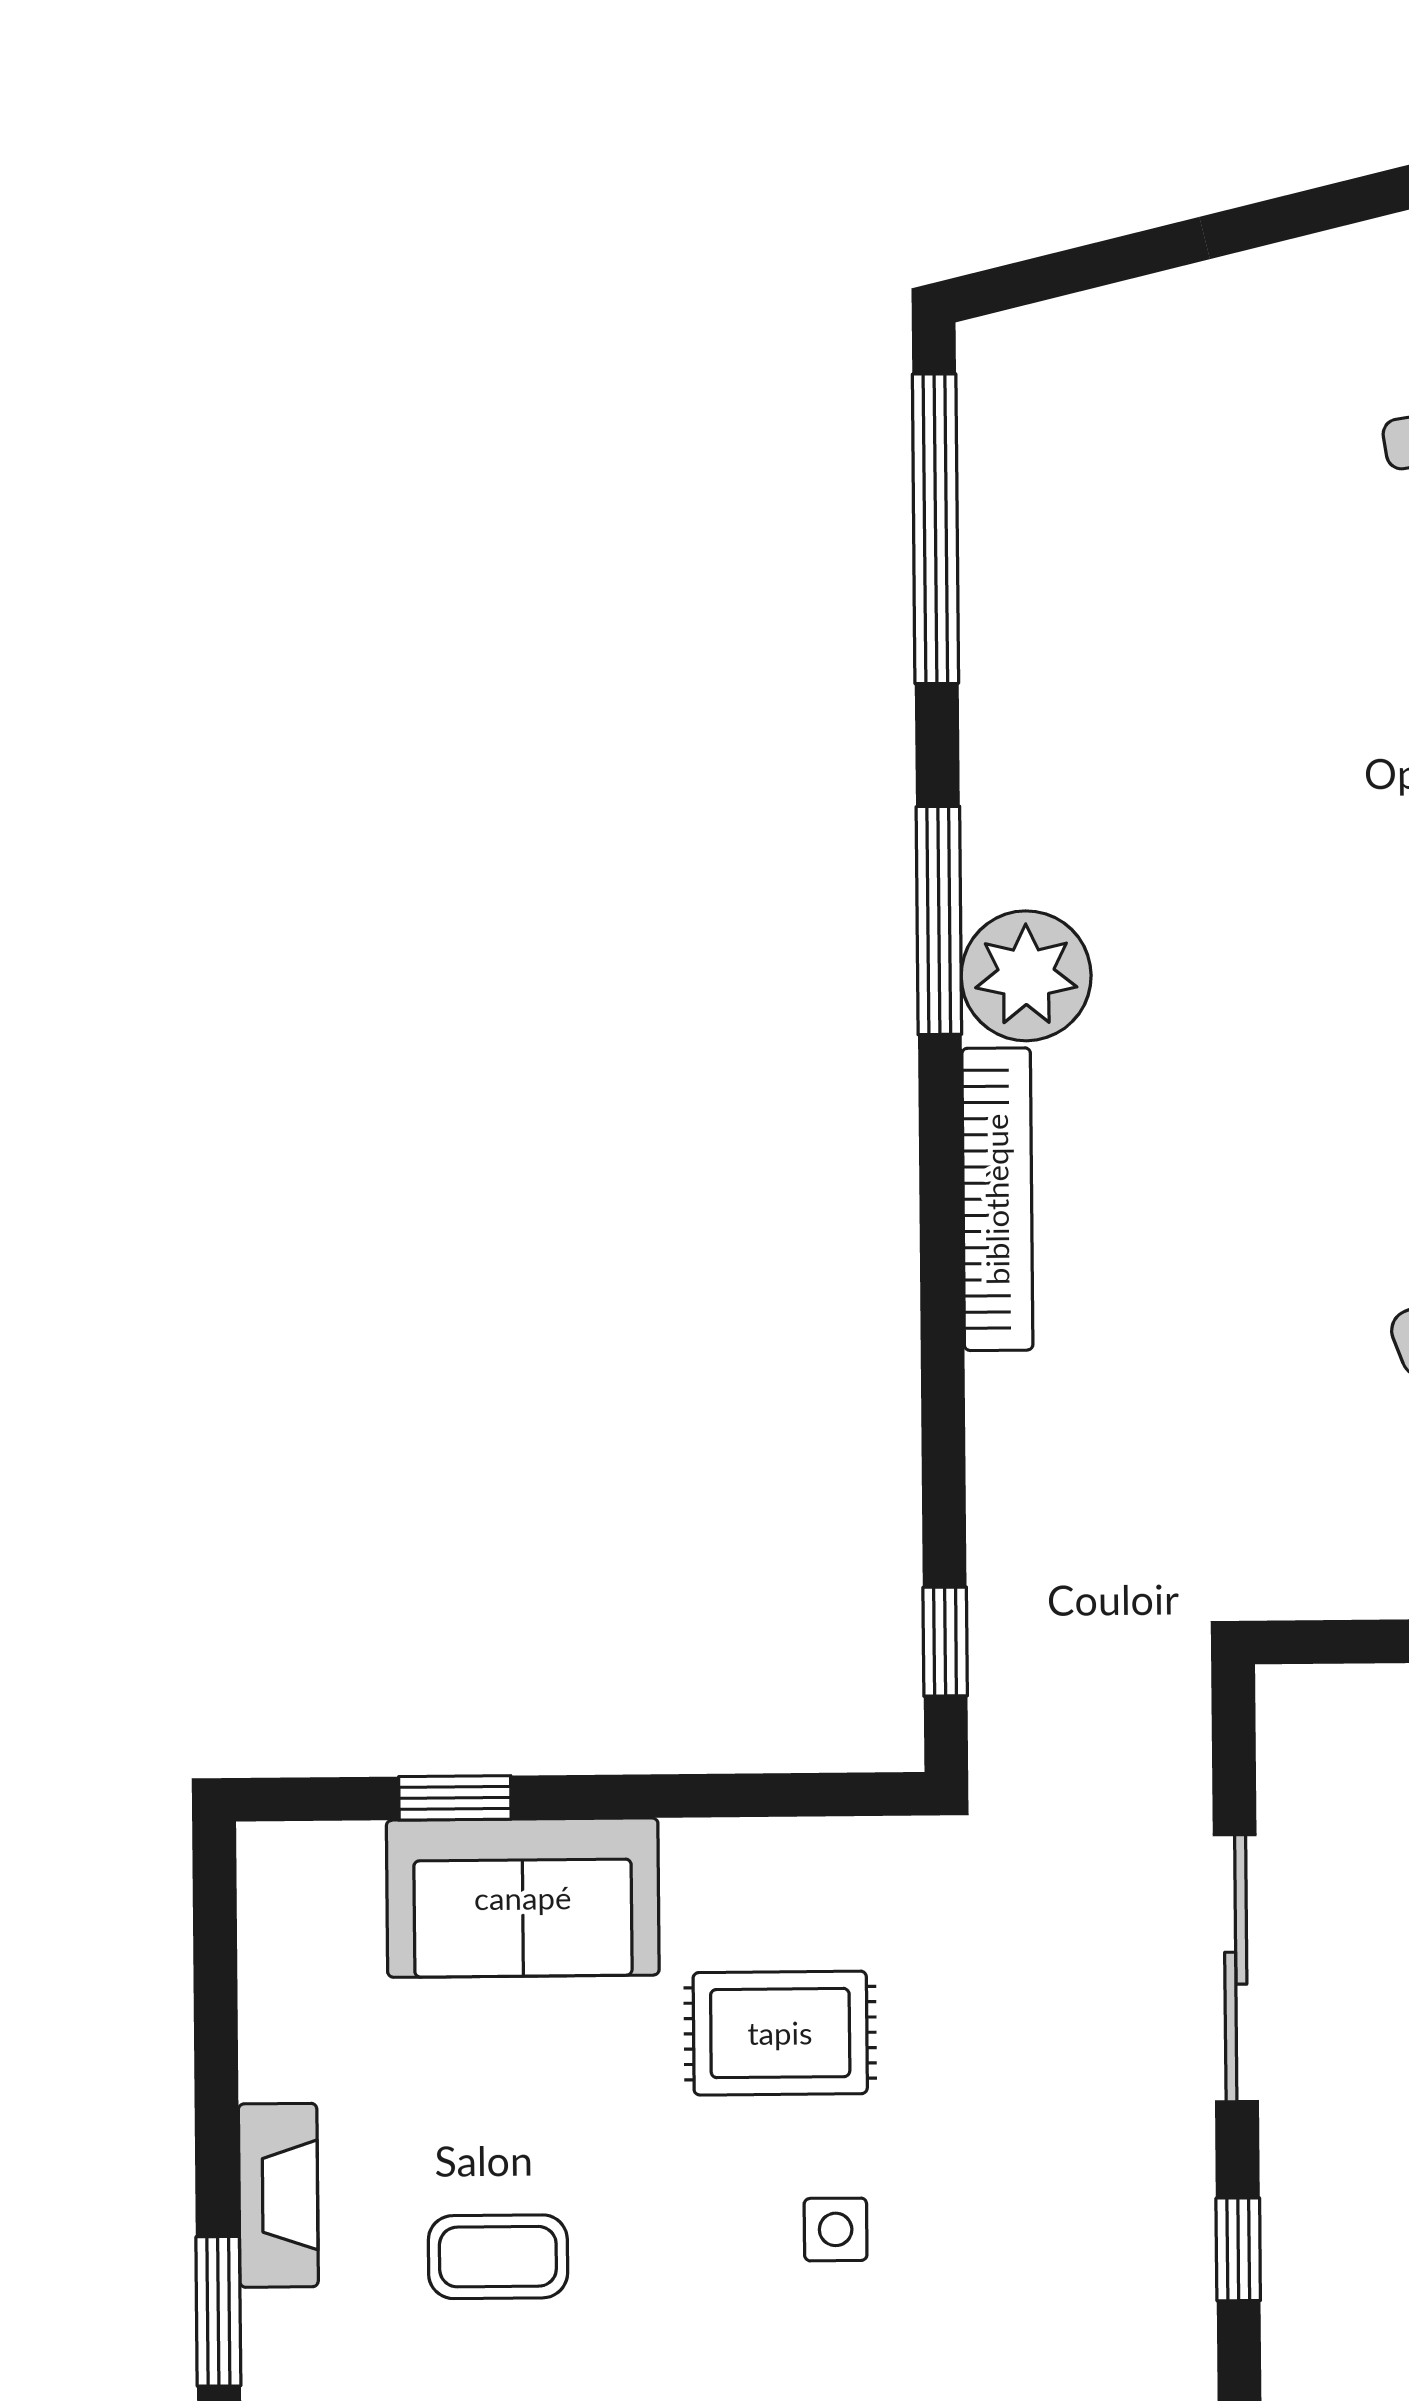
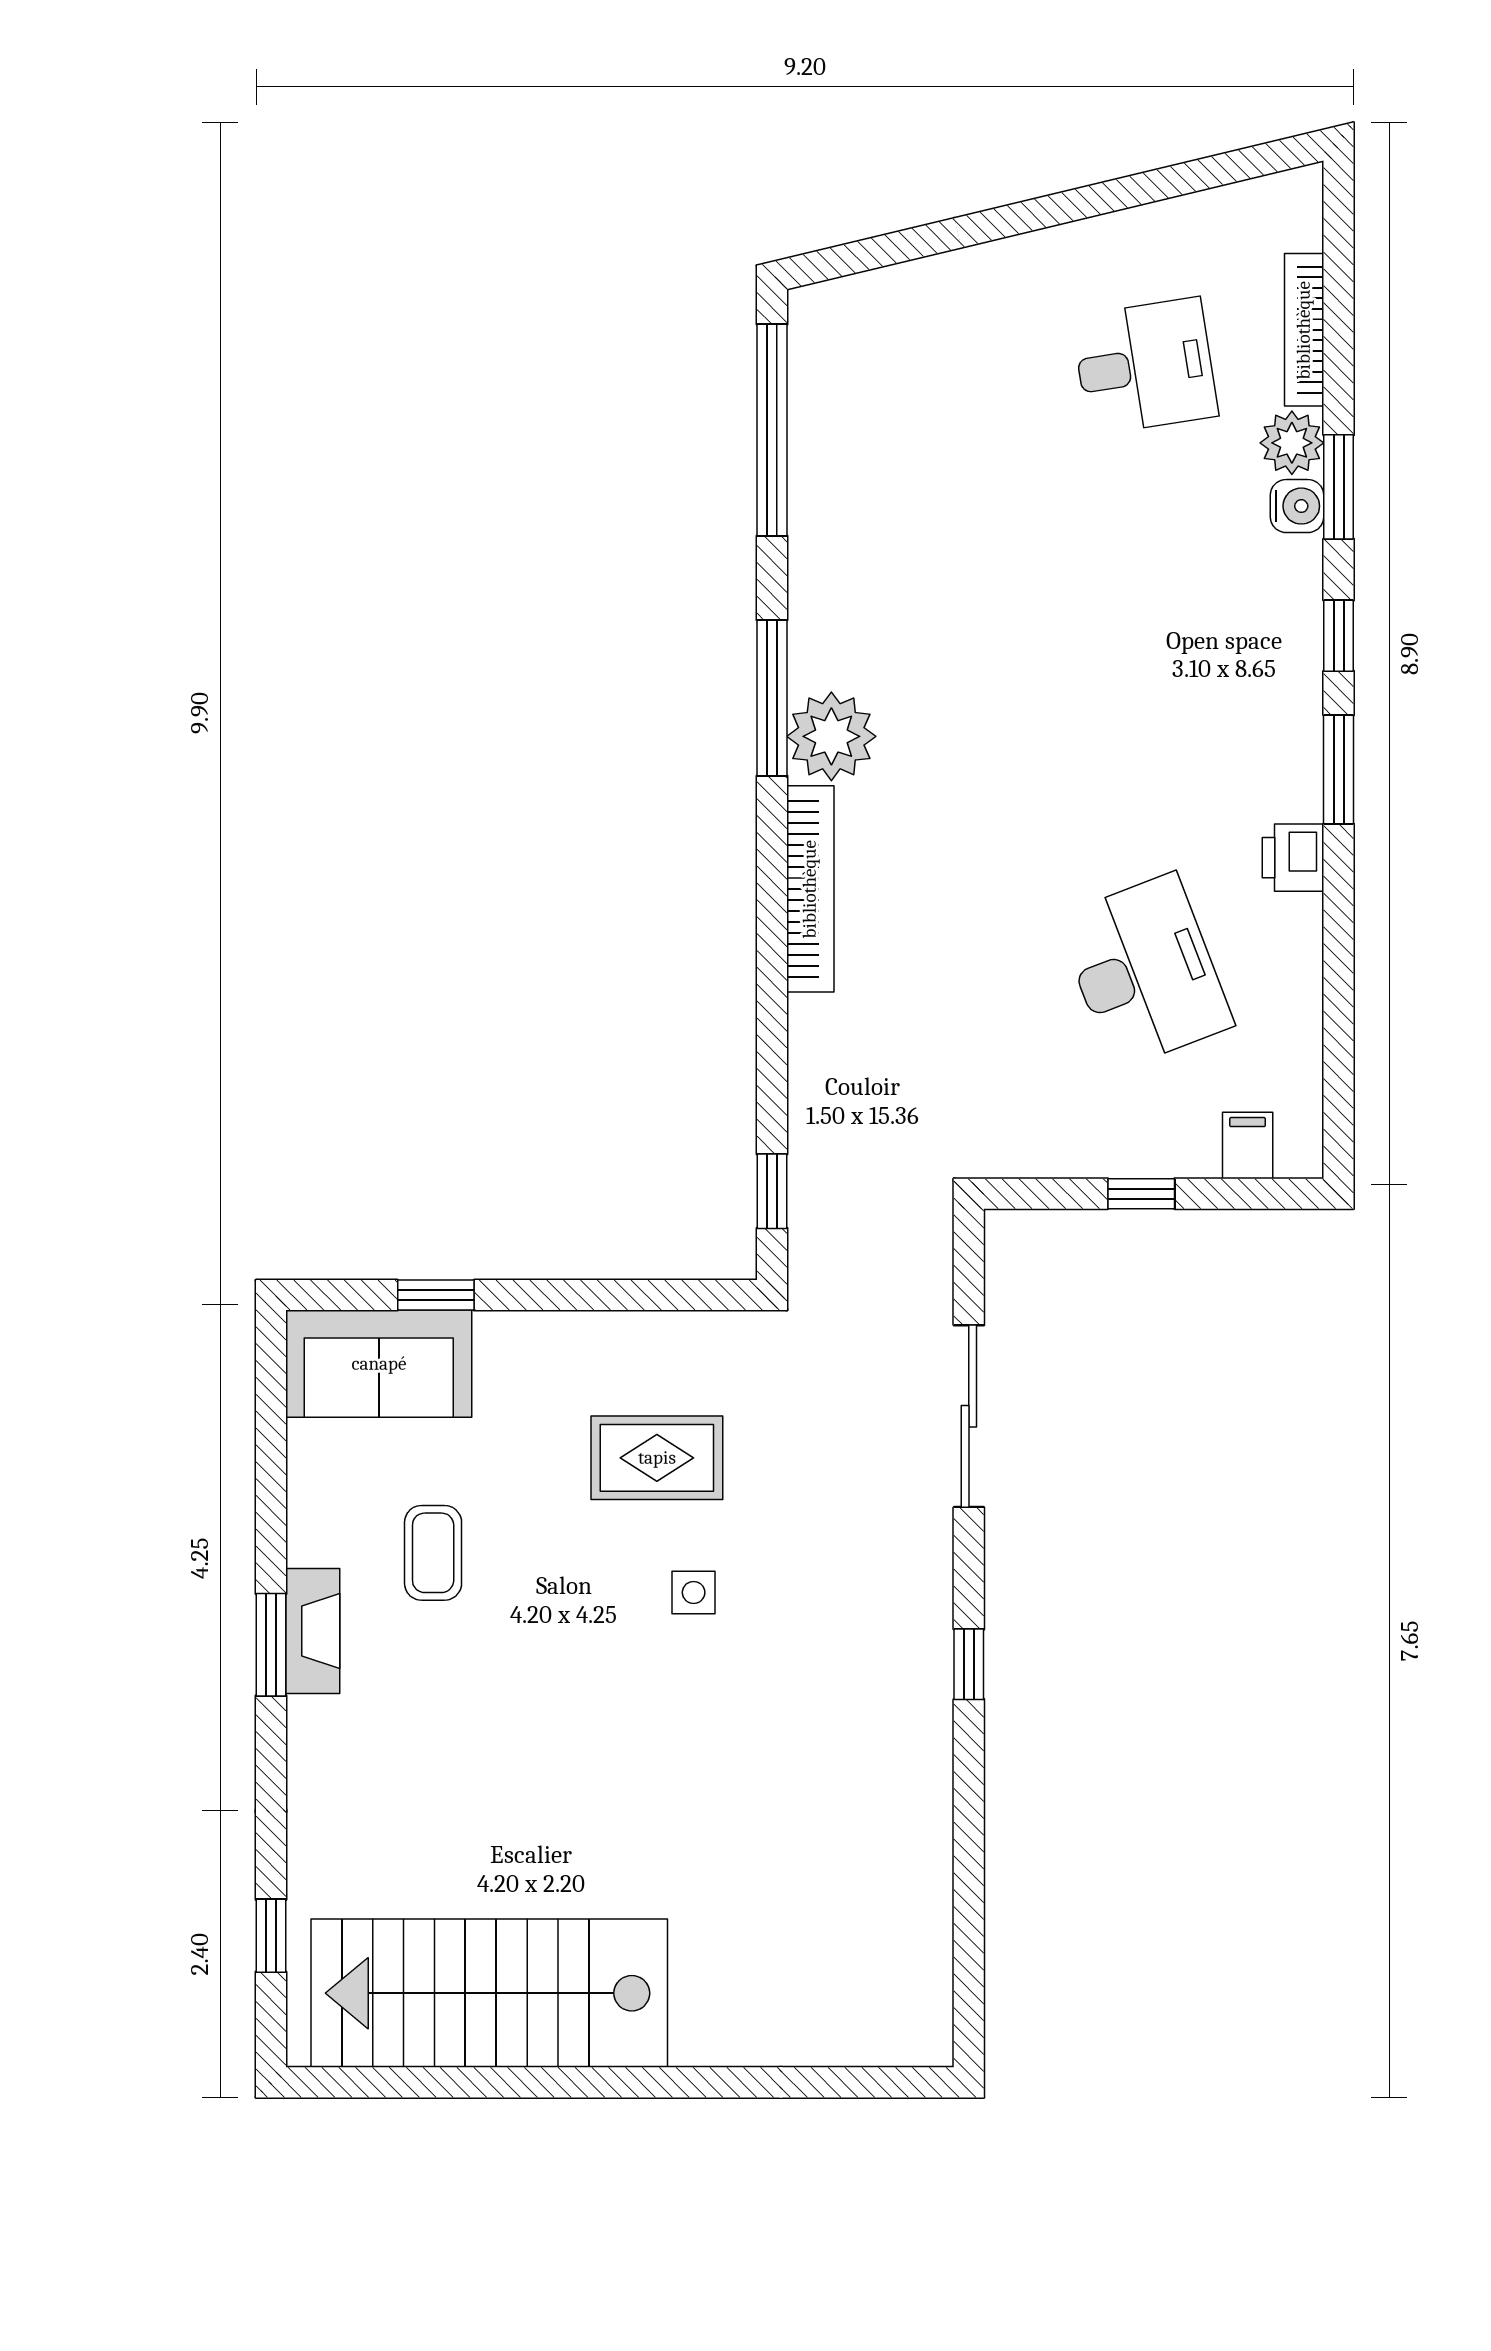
sofa: (523, 1898) -> (379, 1364), moved
fireplace: (278, 2195) -> (313, 1631), moved
window: (1238, 2249) -> (969, 1664), moved
coffee table: (498, 2257) -> (433, 1553), moved, turned 90

